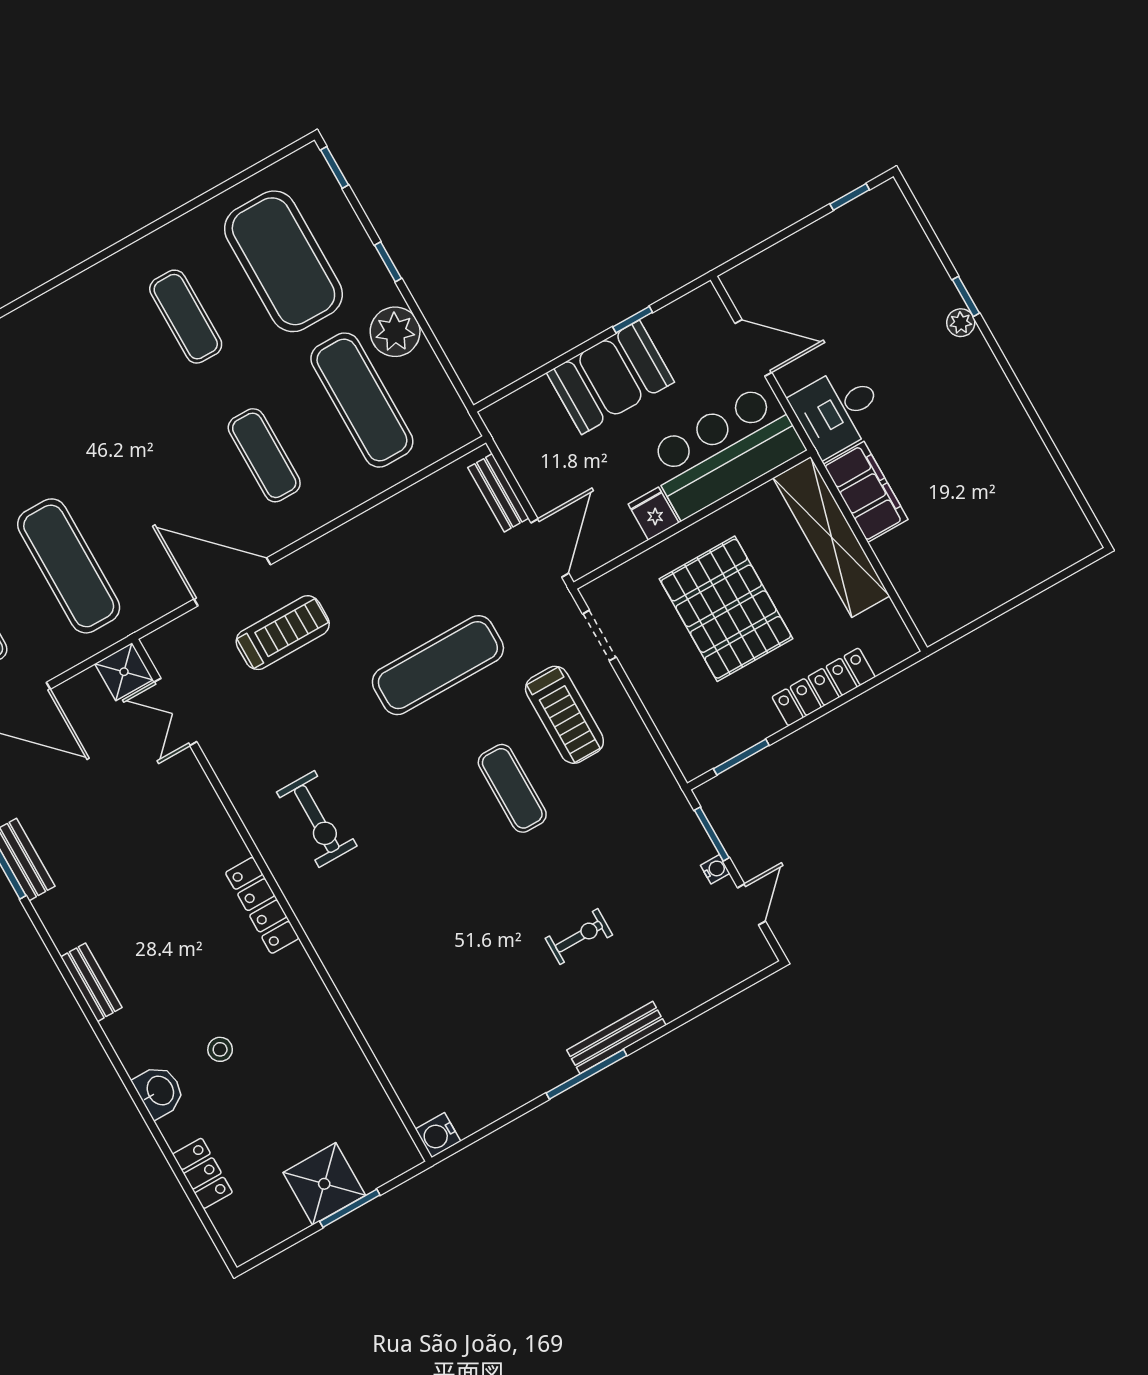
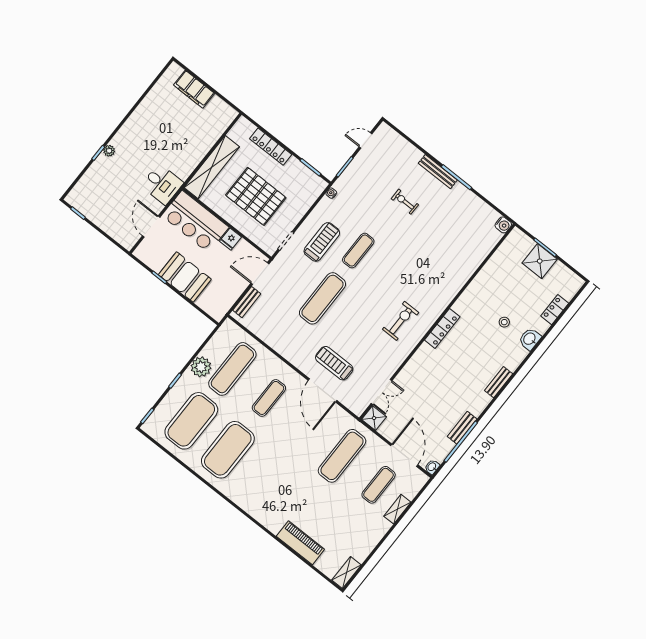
exercise mat: (186, 317) -> (228, 450), width x2.00, depth x1.45
filing cabinet: (866, 492) -> (194, 89), moved, turned -90
pallet: (726, 609) -> (256, 196), turned 90
exercise mat: (438, 665) -> (322, 298), turned 90
water cooler: (715, 869) -> (331, 193), moved

